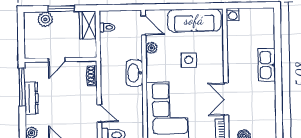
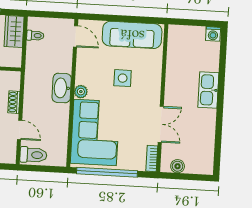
washing machine: (233, 15) -> (213, 34), moved
plant: (151, 48) -> (81, 92), moved
shoe rack: (92, 76) -> (14, 102), moved
double door: (226, 99) -> (161, 124), swing flipped

